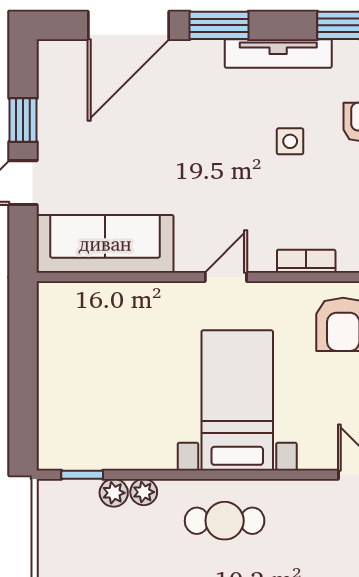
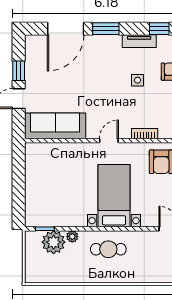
tv unit: (278, 53) -> (139, 41), width x0.71
plant: (114, 493) -> (54, 242), width x1.88, depth x1.88

